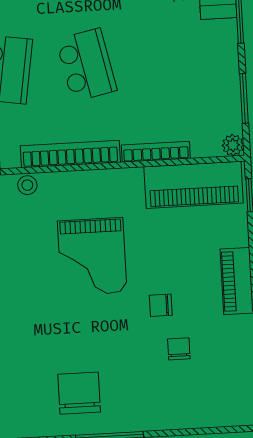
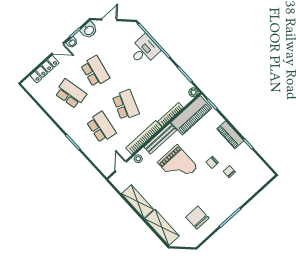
school desk: (86, 65) -> (126, 105), turned 33
bench: (100, 181) -> (160, 139), added
chair: (79, 393) -> (197, 218), moved

